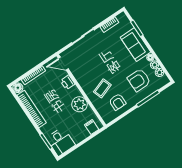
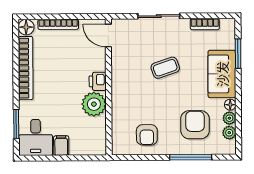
armchair: (139, 80) -> (195, 125), turned 90
printer: (68, 82) -> (98, 81), moved
coffee table: (102, 88) -> (165, 68), moved
filing cabinet: (92, 127) -> (61, 146), moved

